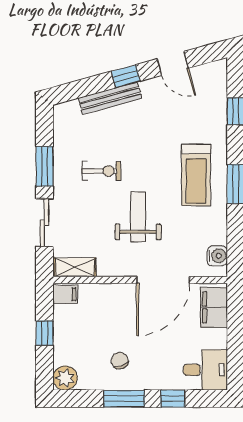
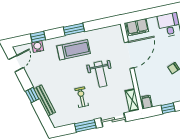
door: (173, 63) -> (16, 64), moved
weight bench: (138, 217) -> (100, 74), turned -90
water cooler: (217, 256) -> (38, 47), moved
door: (163, 280) -> (129, 55), hinge flipped

